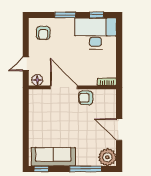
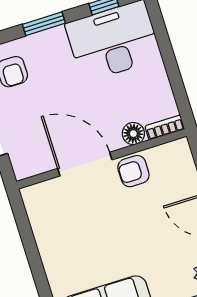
floor lamp: (37, 80) -> (133, 134), moved

